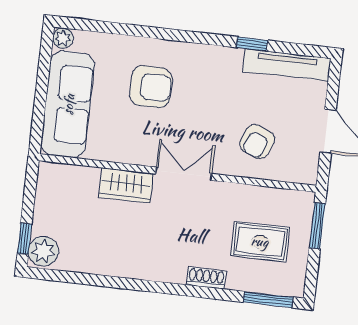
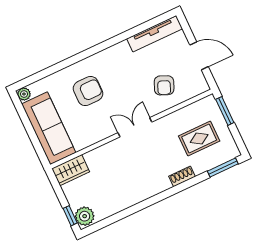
window: (252, 44) -> (128, 34), removed
wardrobe: (126, 185) -> (71, 170), moved

